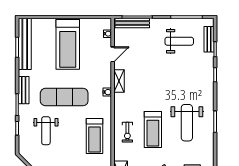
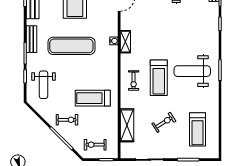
shelving: (119, 81) -> (125, 42), moved
weight bench: (187, 123) -> (192, 71), turned 90
weight bench: (46, 131) -> (43, 85), moved
treadmill: (94, 136) -> (93, 98), moved, turned 90

